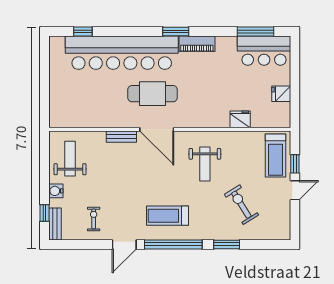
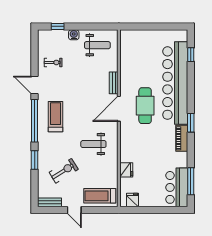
fridge: (281, 94) -> (133, 200), moved
window: (295, 164) -> (94, 210), removed
bench: (55, 224) -> (50, 202), moved

